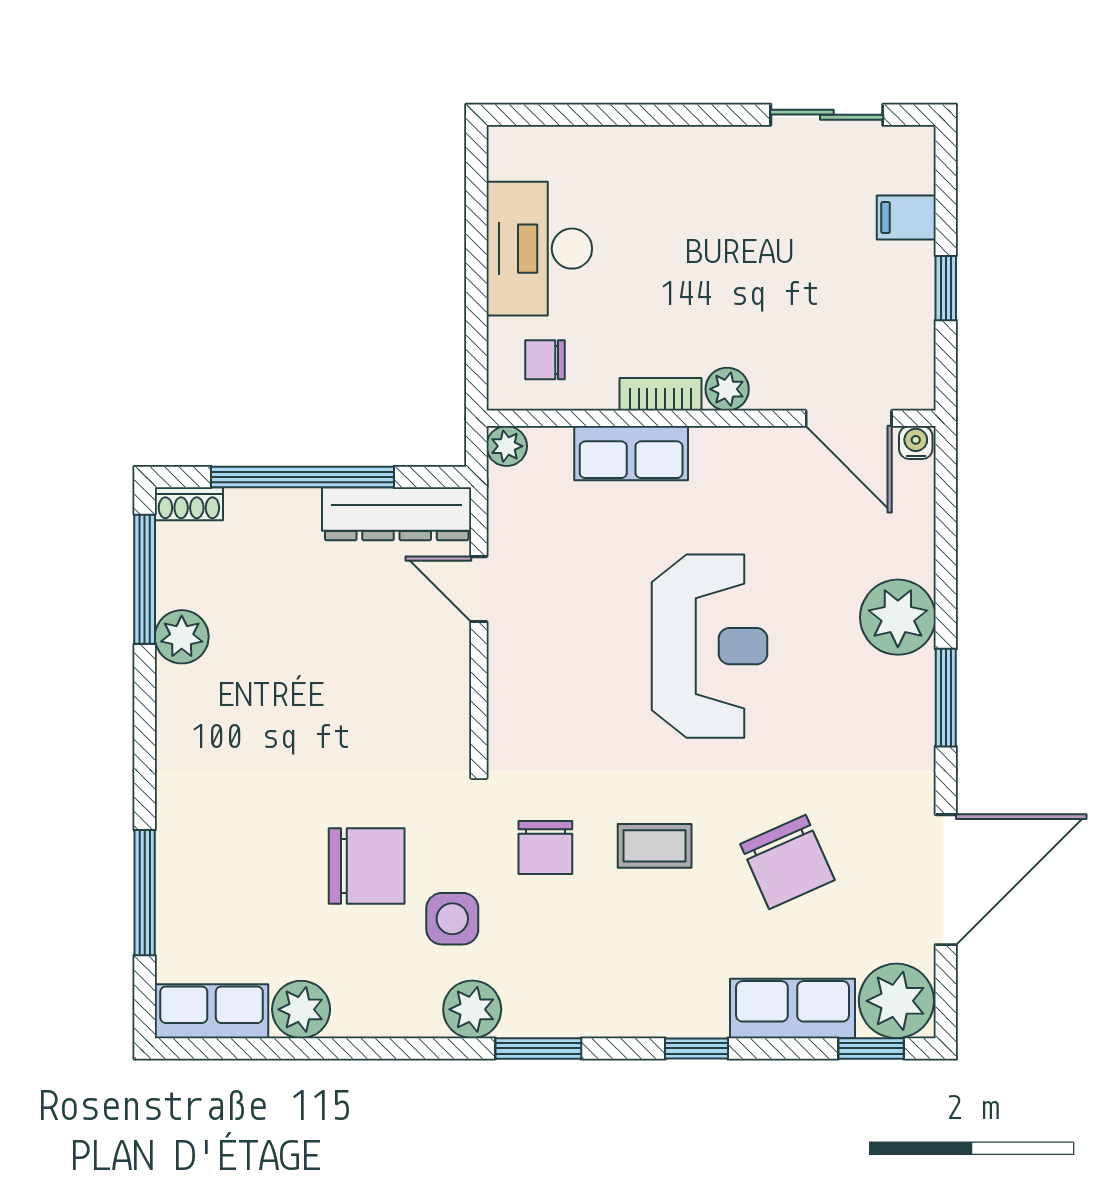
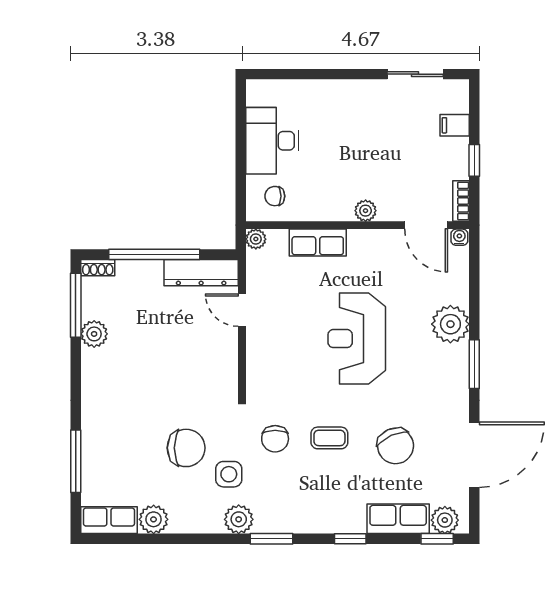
bookcase: (660, 394) -> (461, 201), moved, turned -90
reception desk: (710, 646) -> (357, 339), turned 180
plant: (896, 1001) -> (445, 520), width x0.73, depth x0.73

